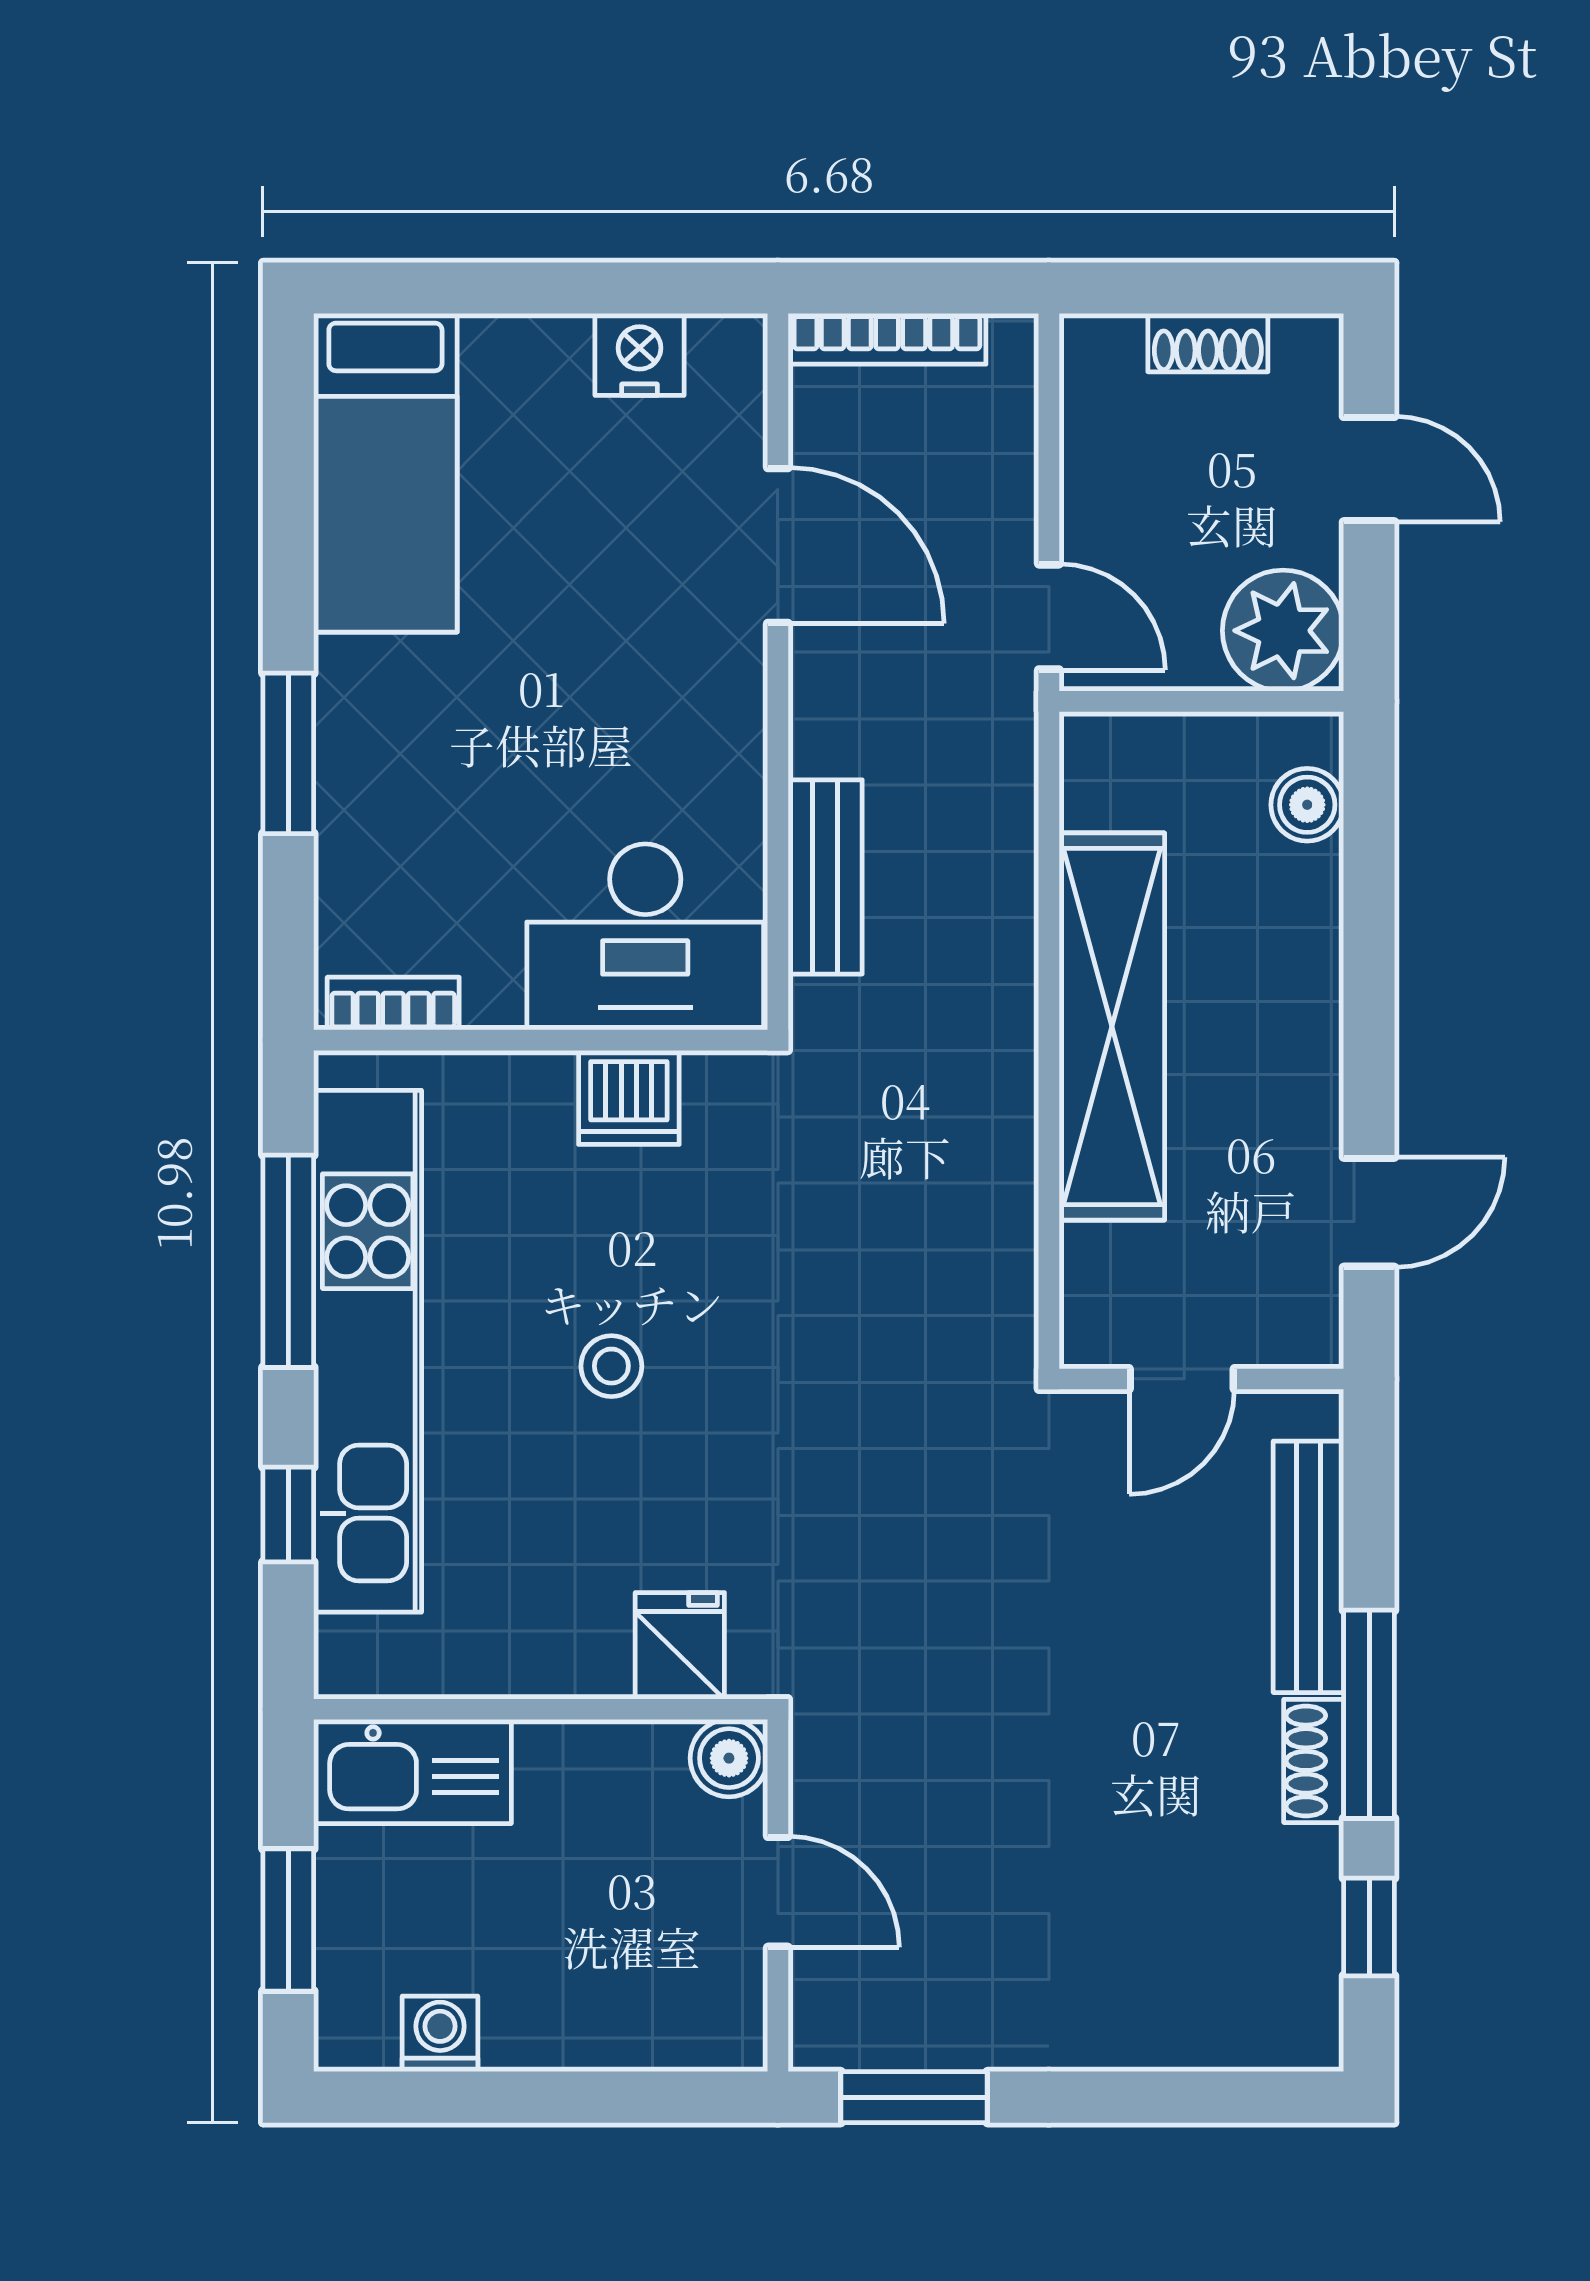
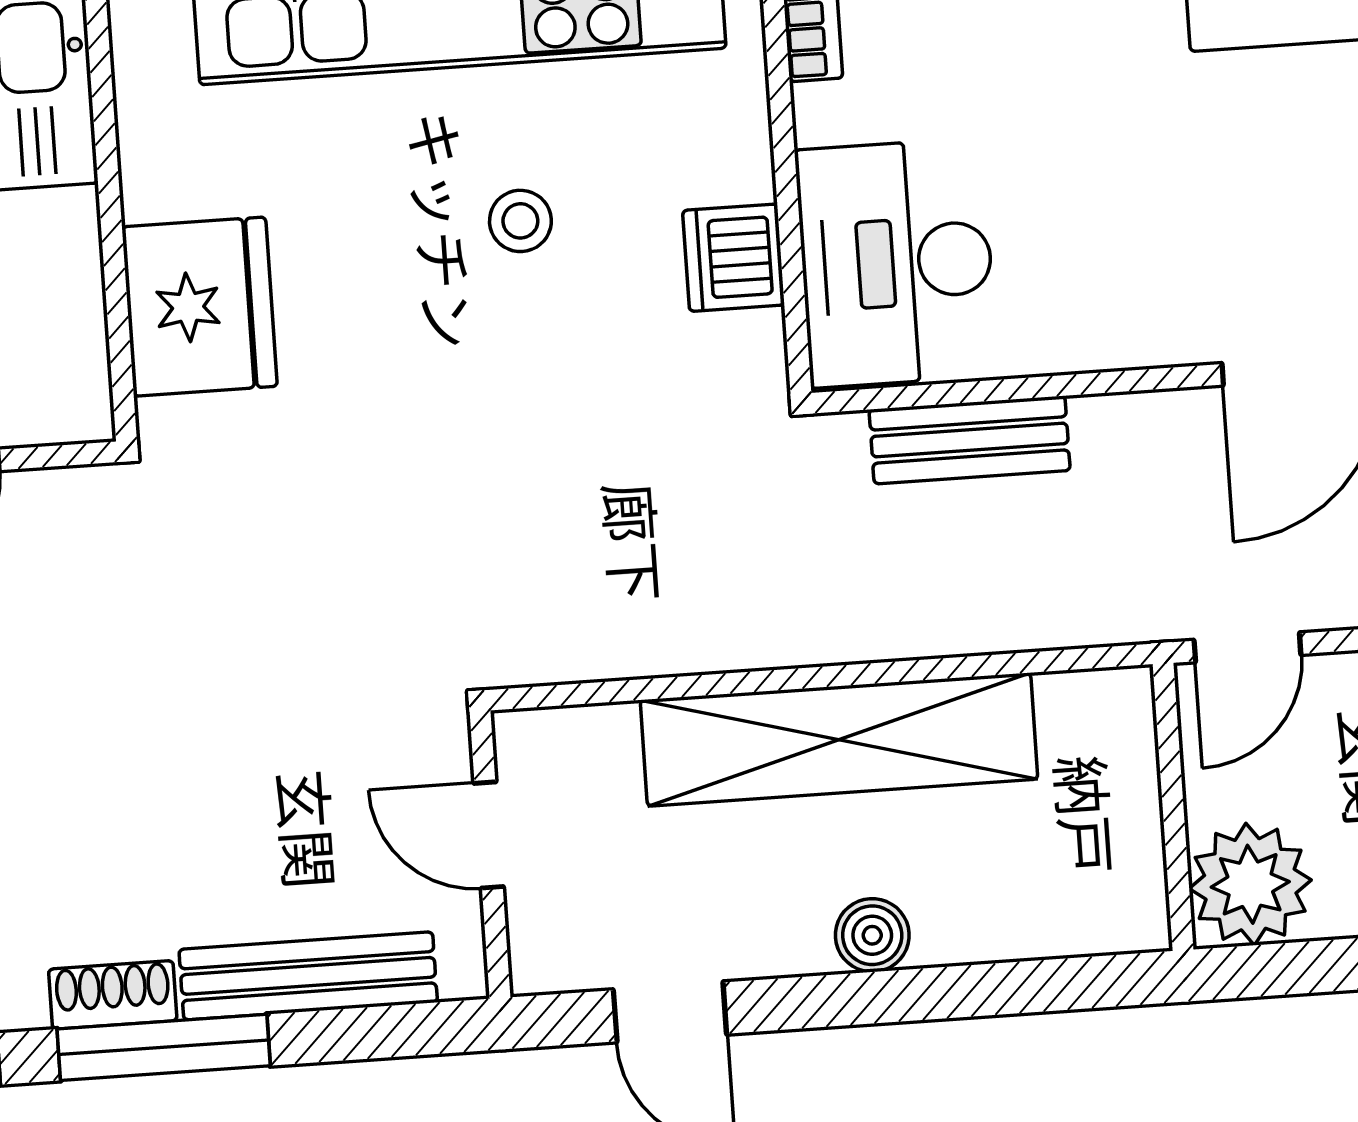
boiler: (1307, 805) -> (872, 935), moved
stool: (611, 1366) -> (520, 221), moved
fridge: (680, 1646) -> (200, 307), width x1.88, depth x1.34
boiler: (729, 1758) -> (74, 405), removed

